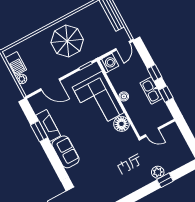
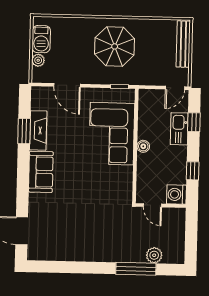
washing machine: (109, 63) -> (176, 194), moved, turned 180
window: (154, 73) -> (194, 122), moved
kitchen sink: (151, 91) -> (179, 129), moved
floor lamp: (121, 124) -> (123, 176), removed
plant: (158, 172) -> (154, 255), moved
window: (165, 180) -> (136, 269), width x2.17

